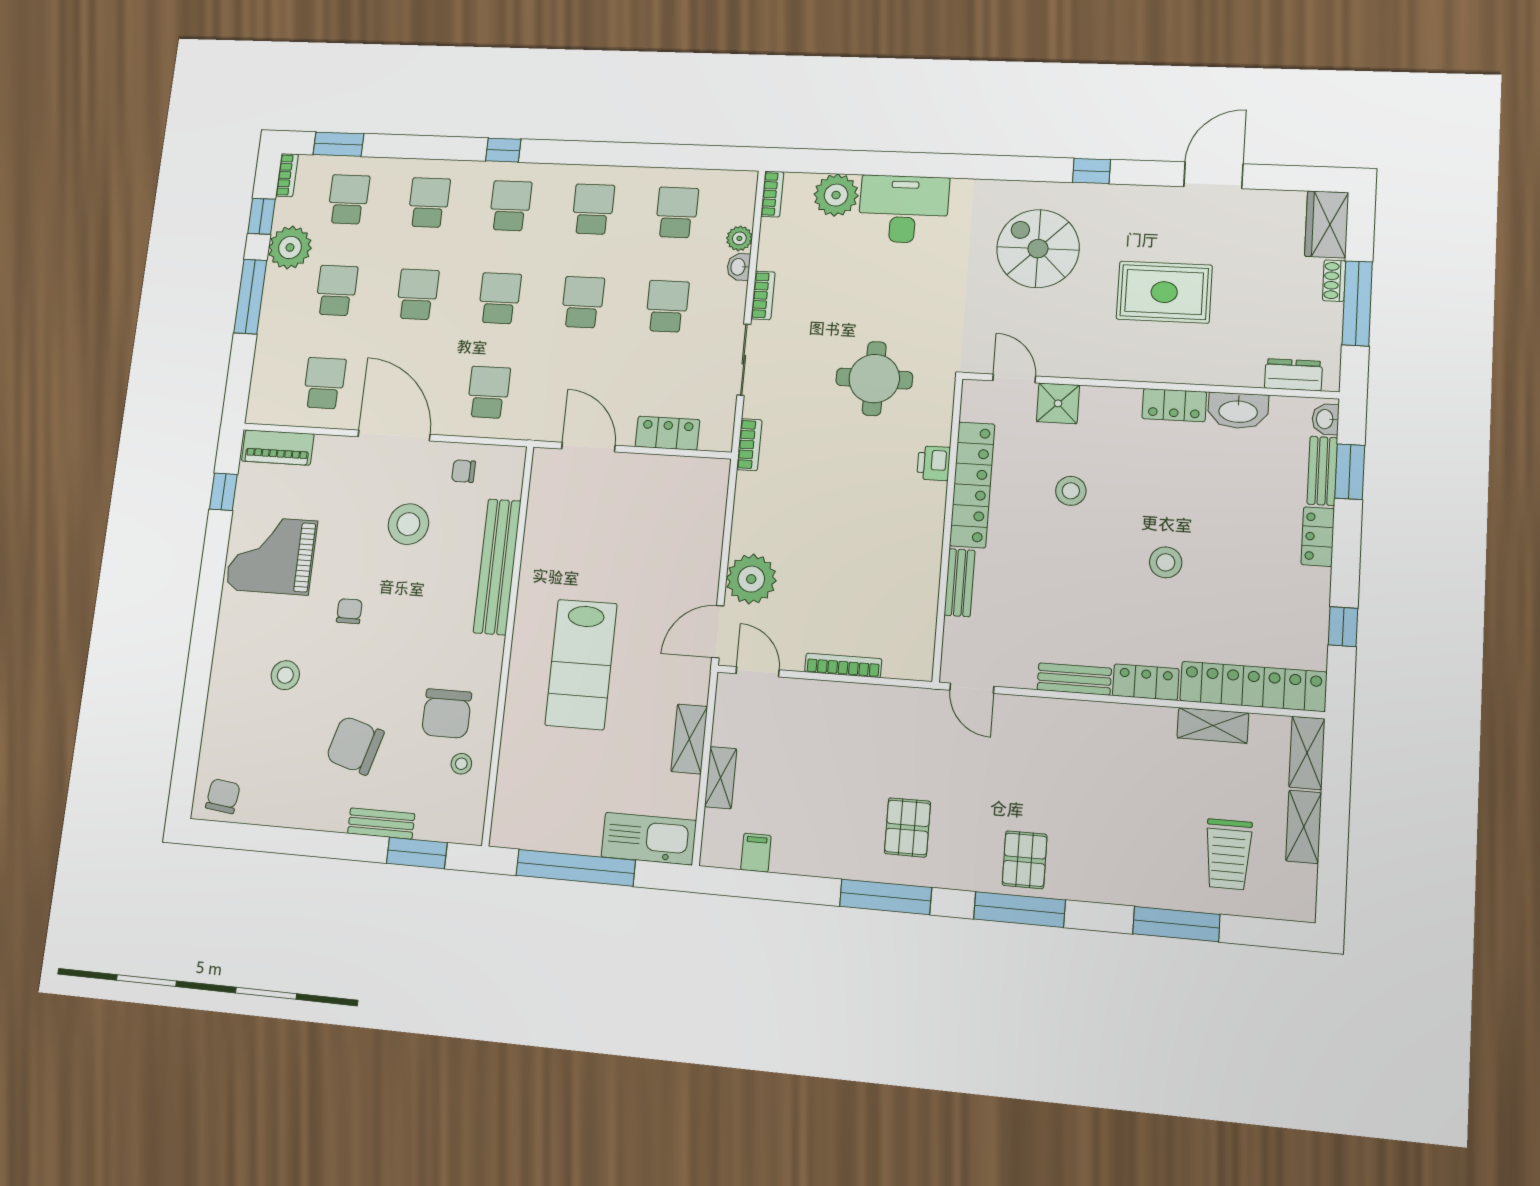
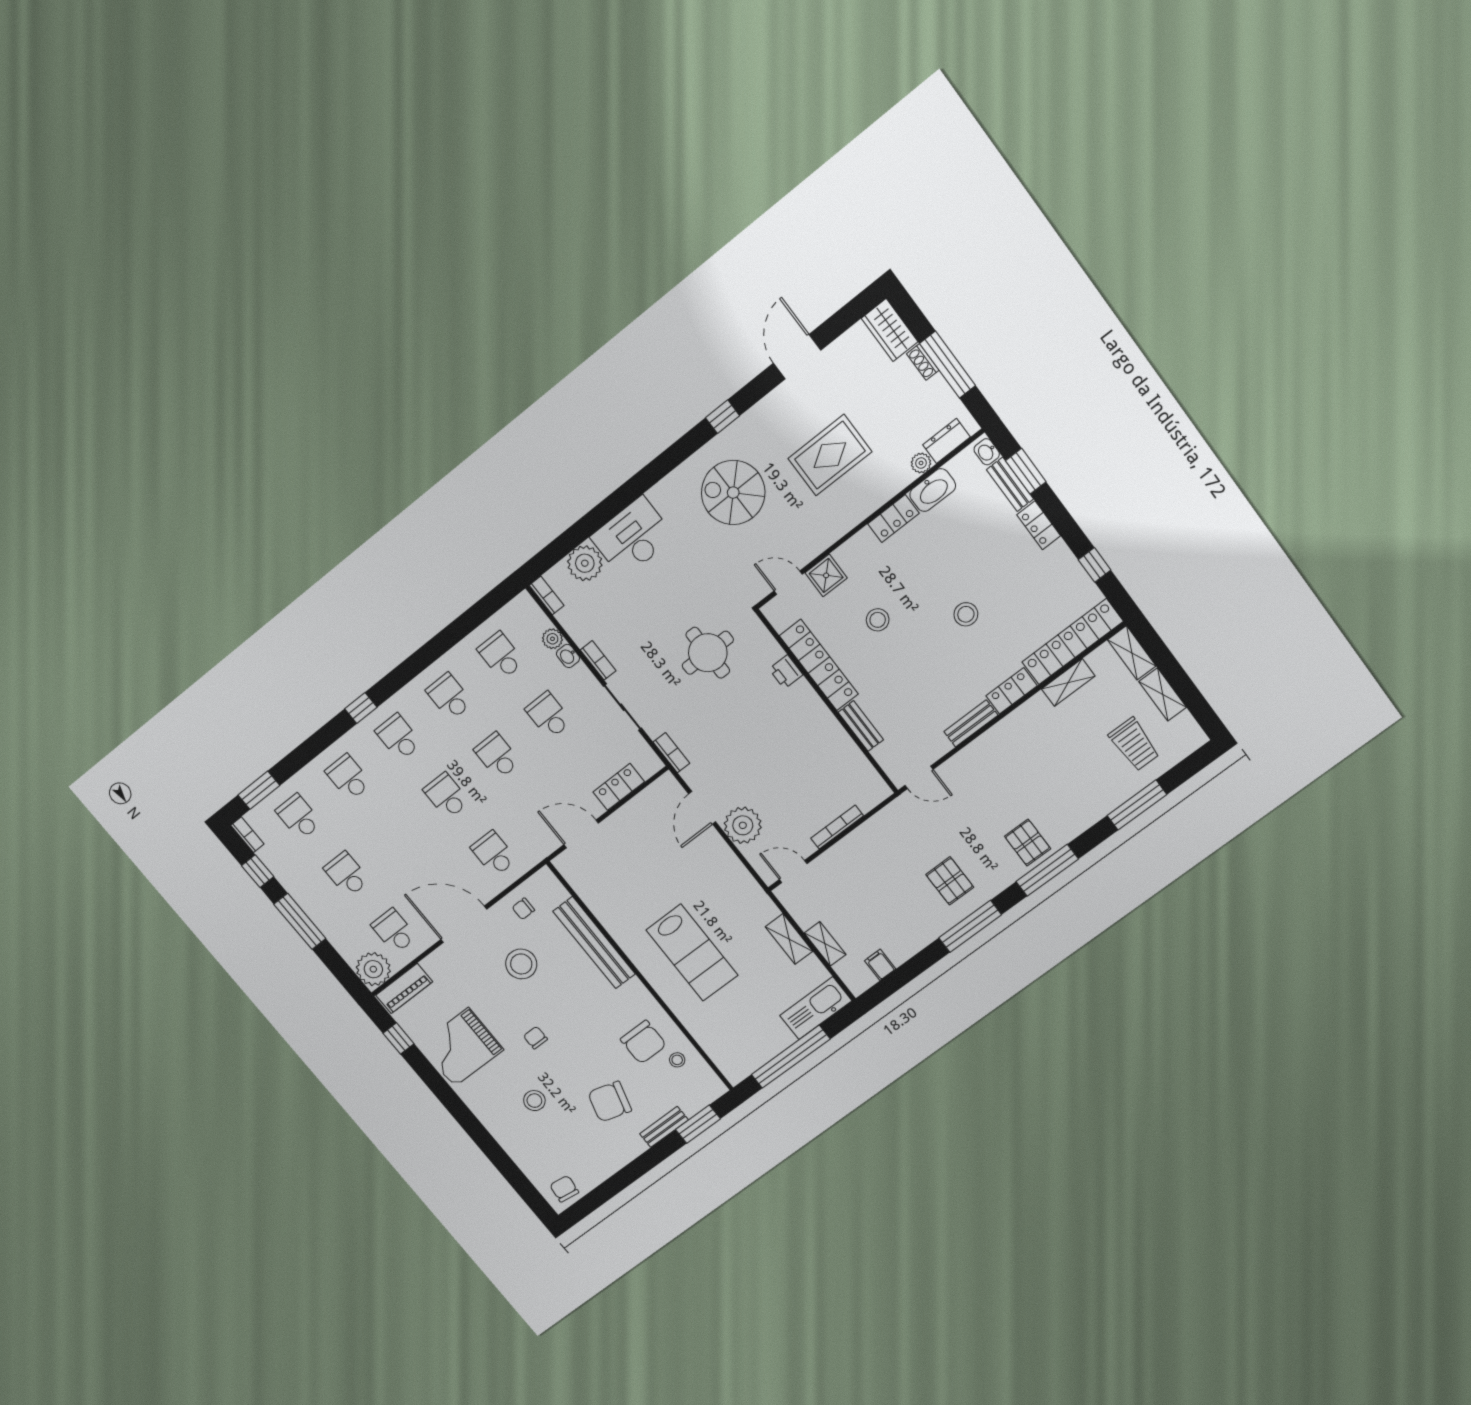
plant: (290, 247) -> (373, 969), moved
school desk: (417, 294) -> (396, 835), removed
plant: (1249, 375) -> (921, 463), added
door: (718, 632) -> (702, 808), moved

